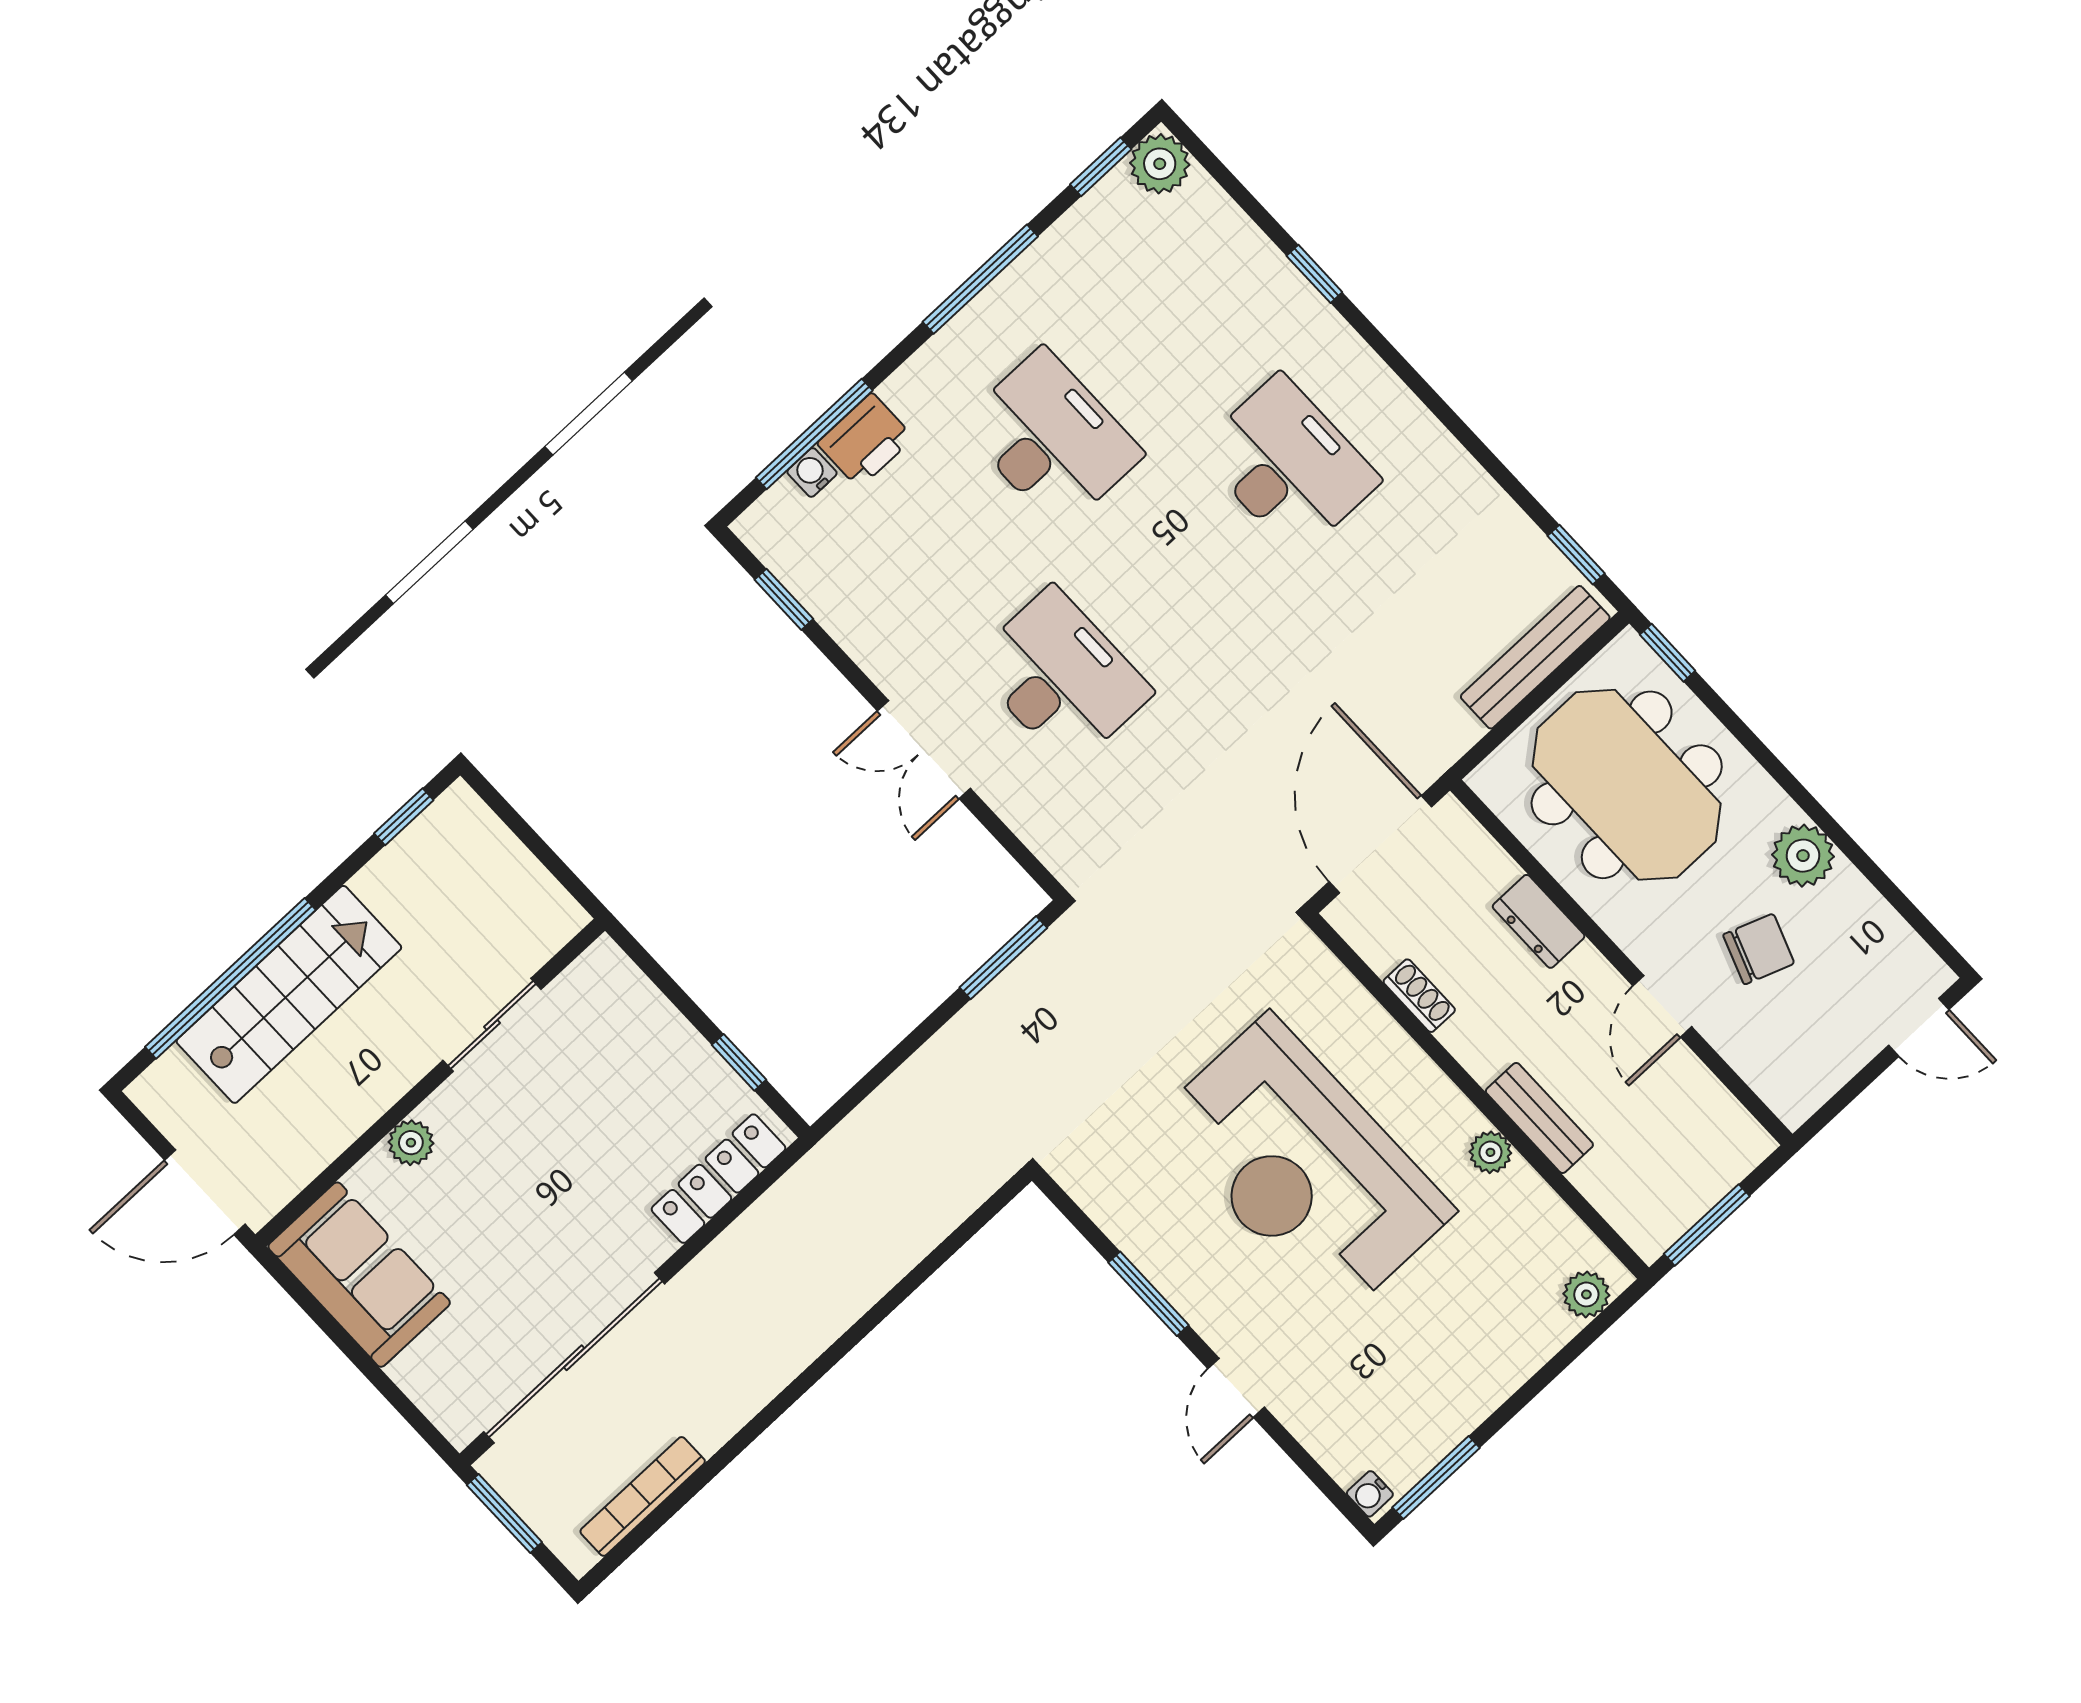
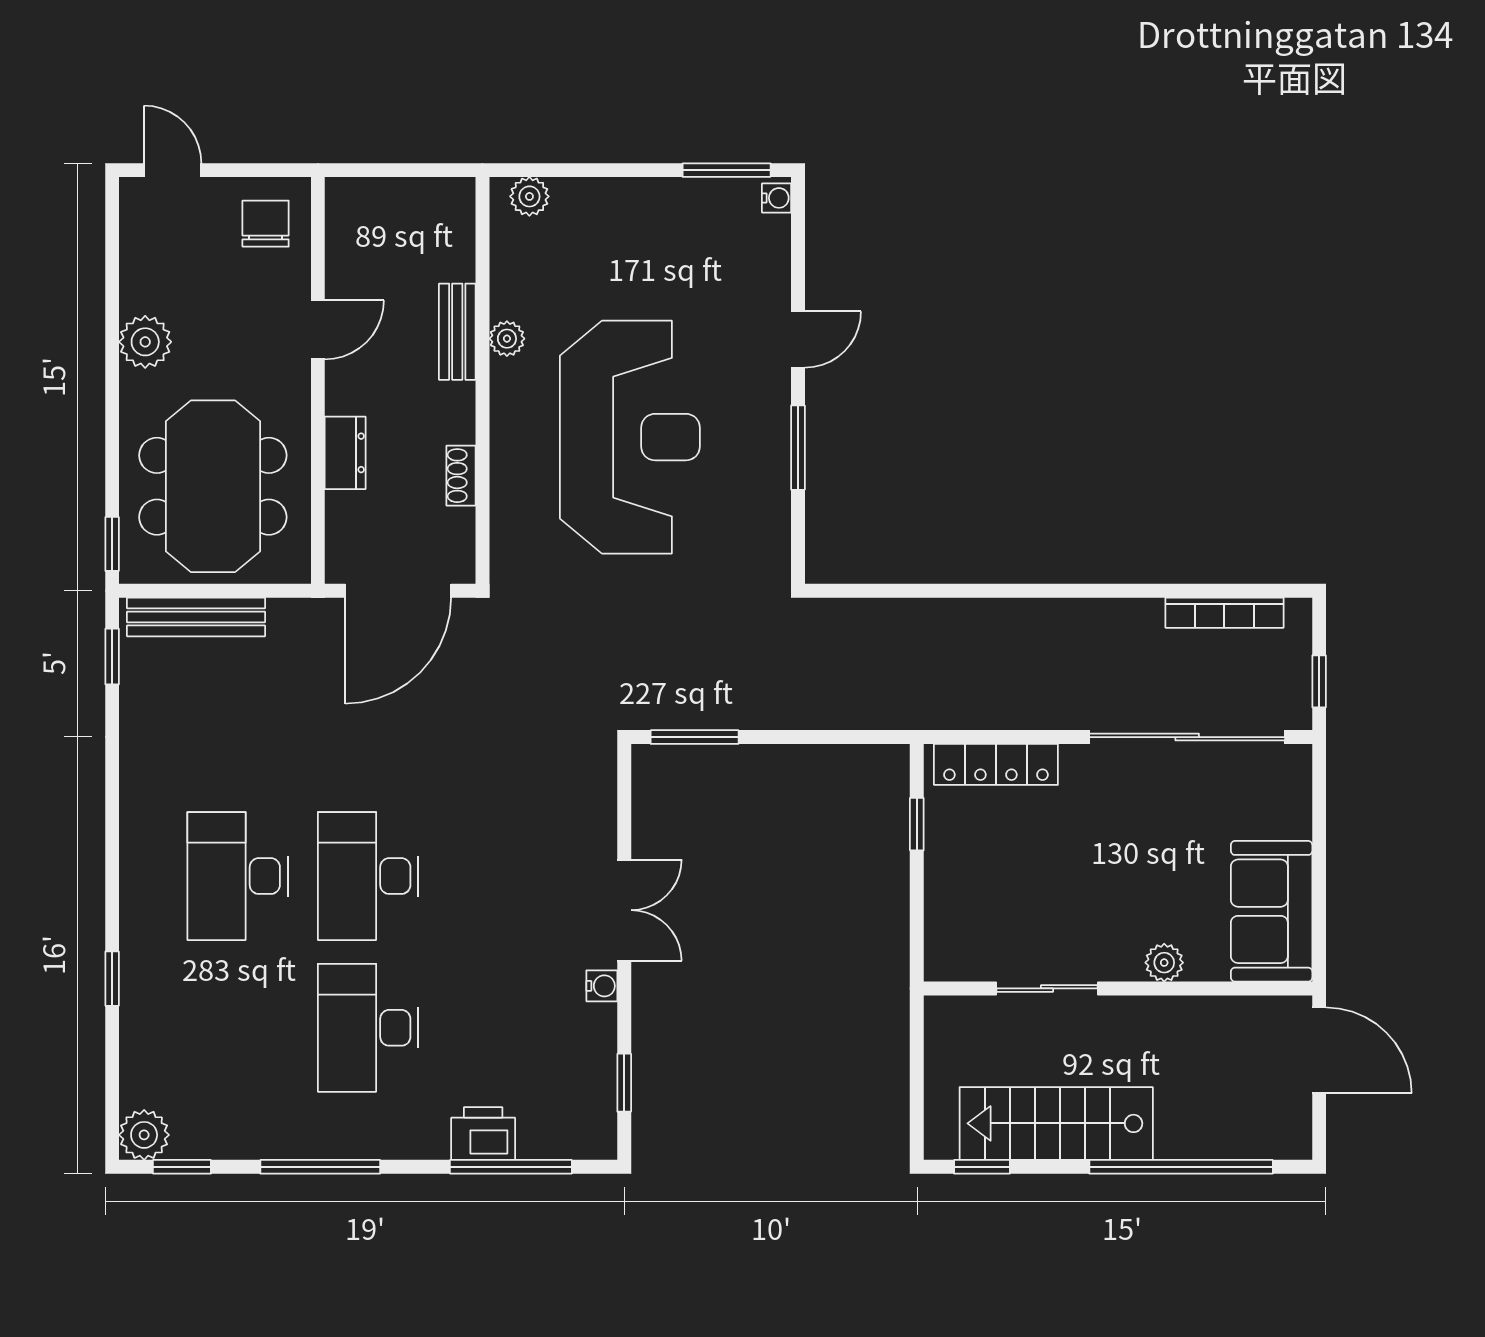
water cooler: (812, 472) -> (602, 986), moved, turned -90
desk: (1061, 677) -> (368, 876), moved
chair: (1759, 949) -> (266, 224), moved, turned 70
stairs: (289, 994) -> (1056, 1123), moved
window: (1707, 1225) -> (416, 170), removed
window: (504, 1514) -> (1319, 681), width x0.67

